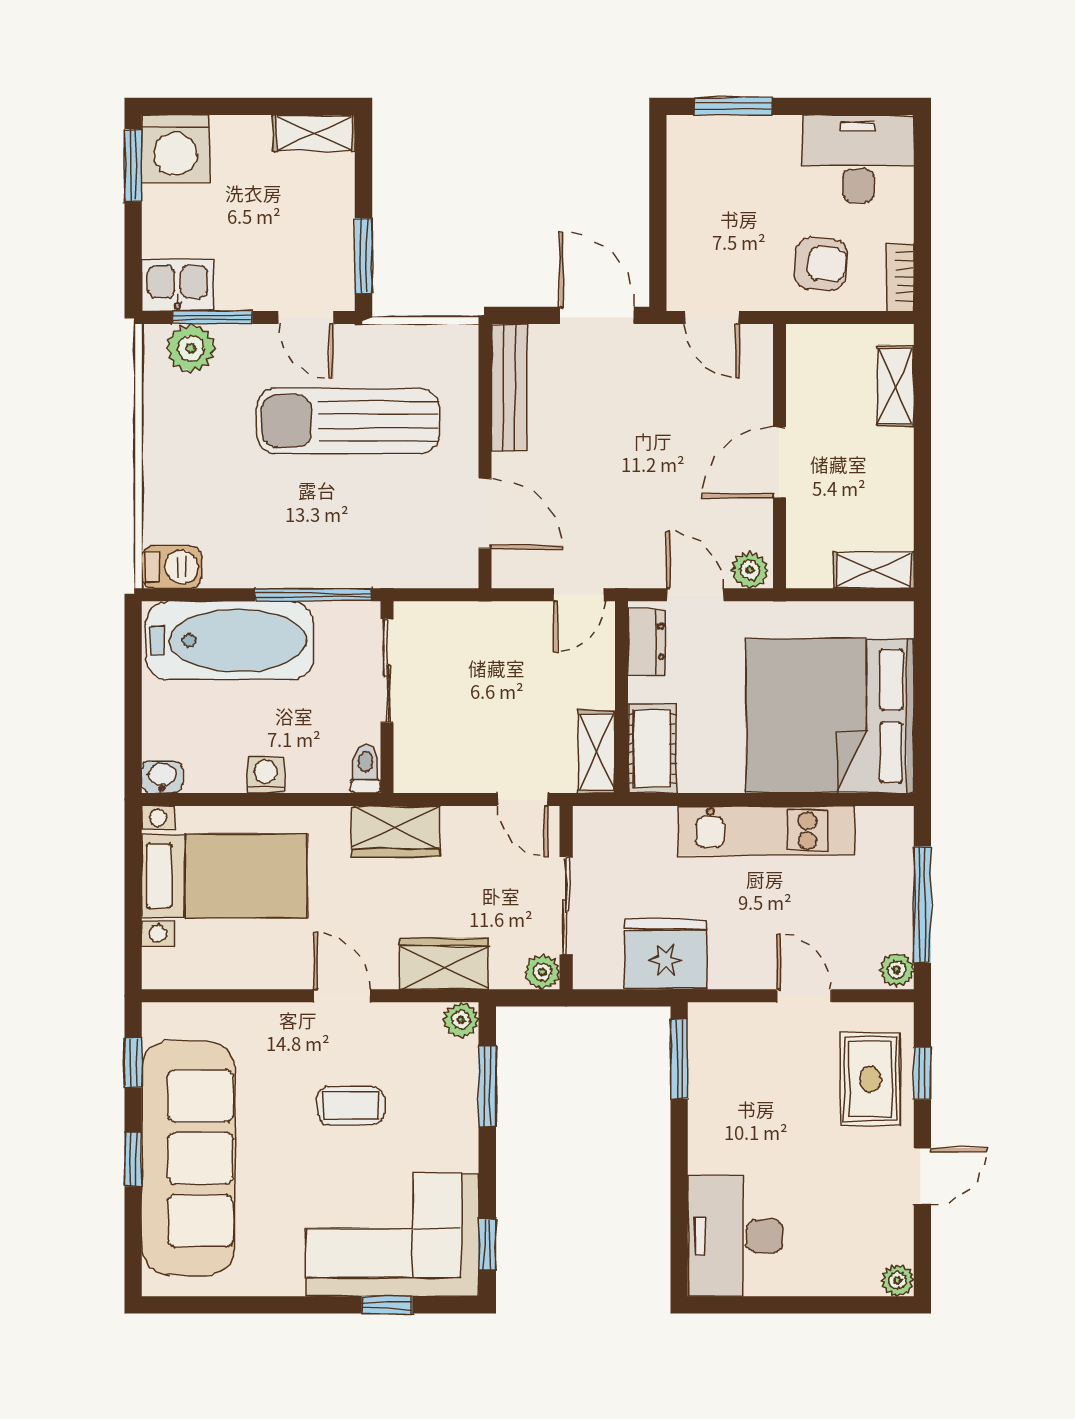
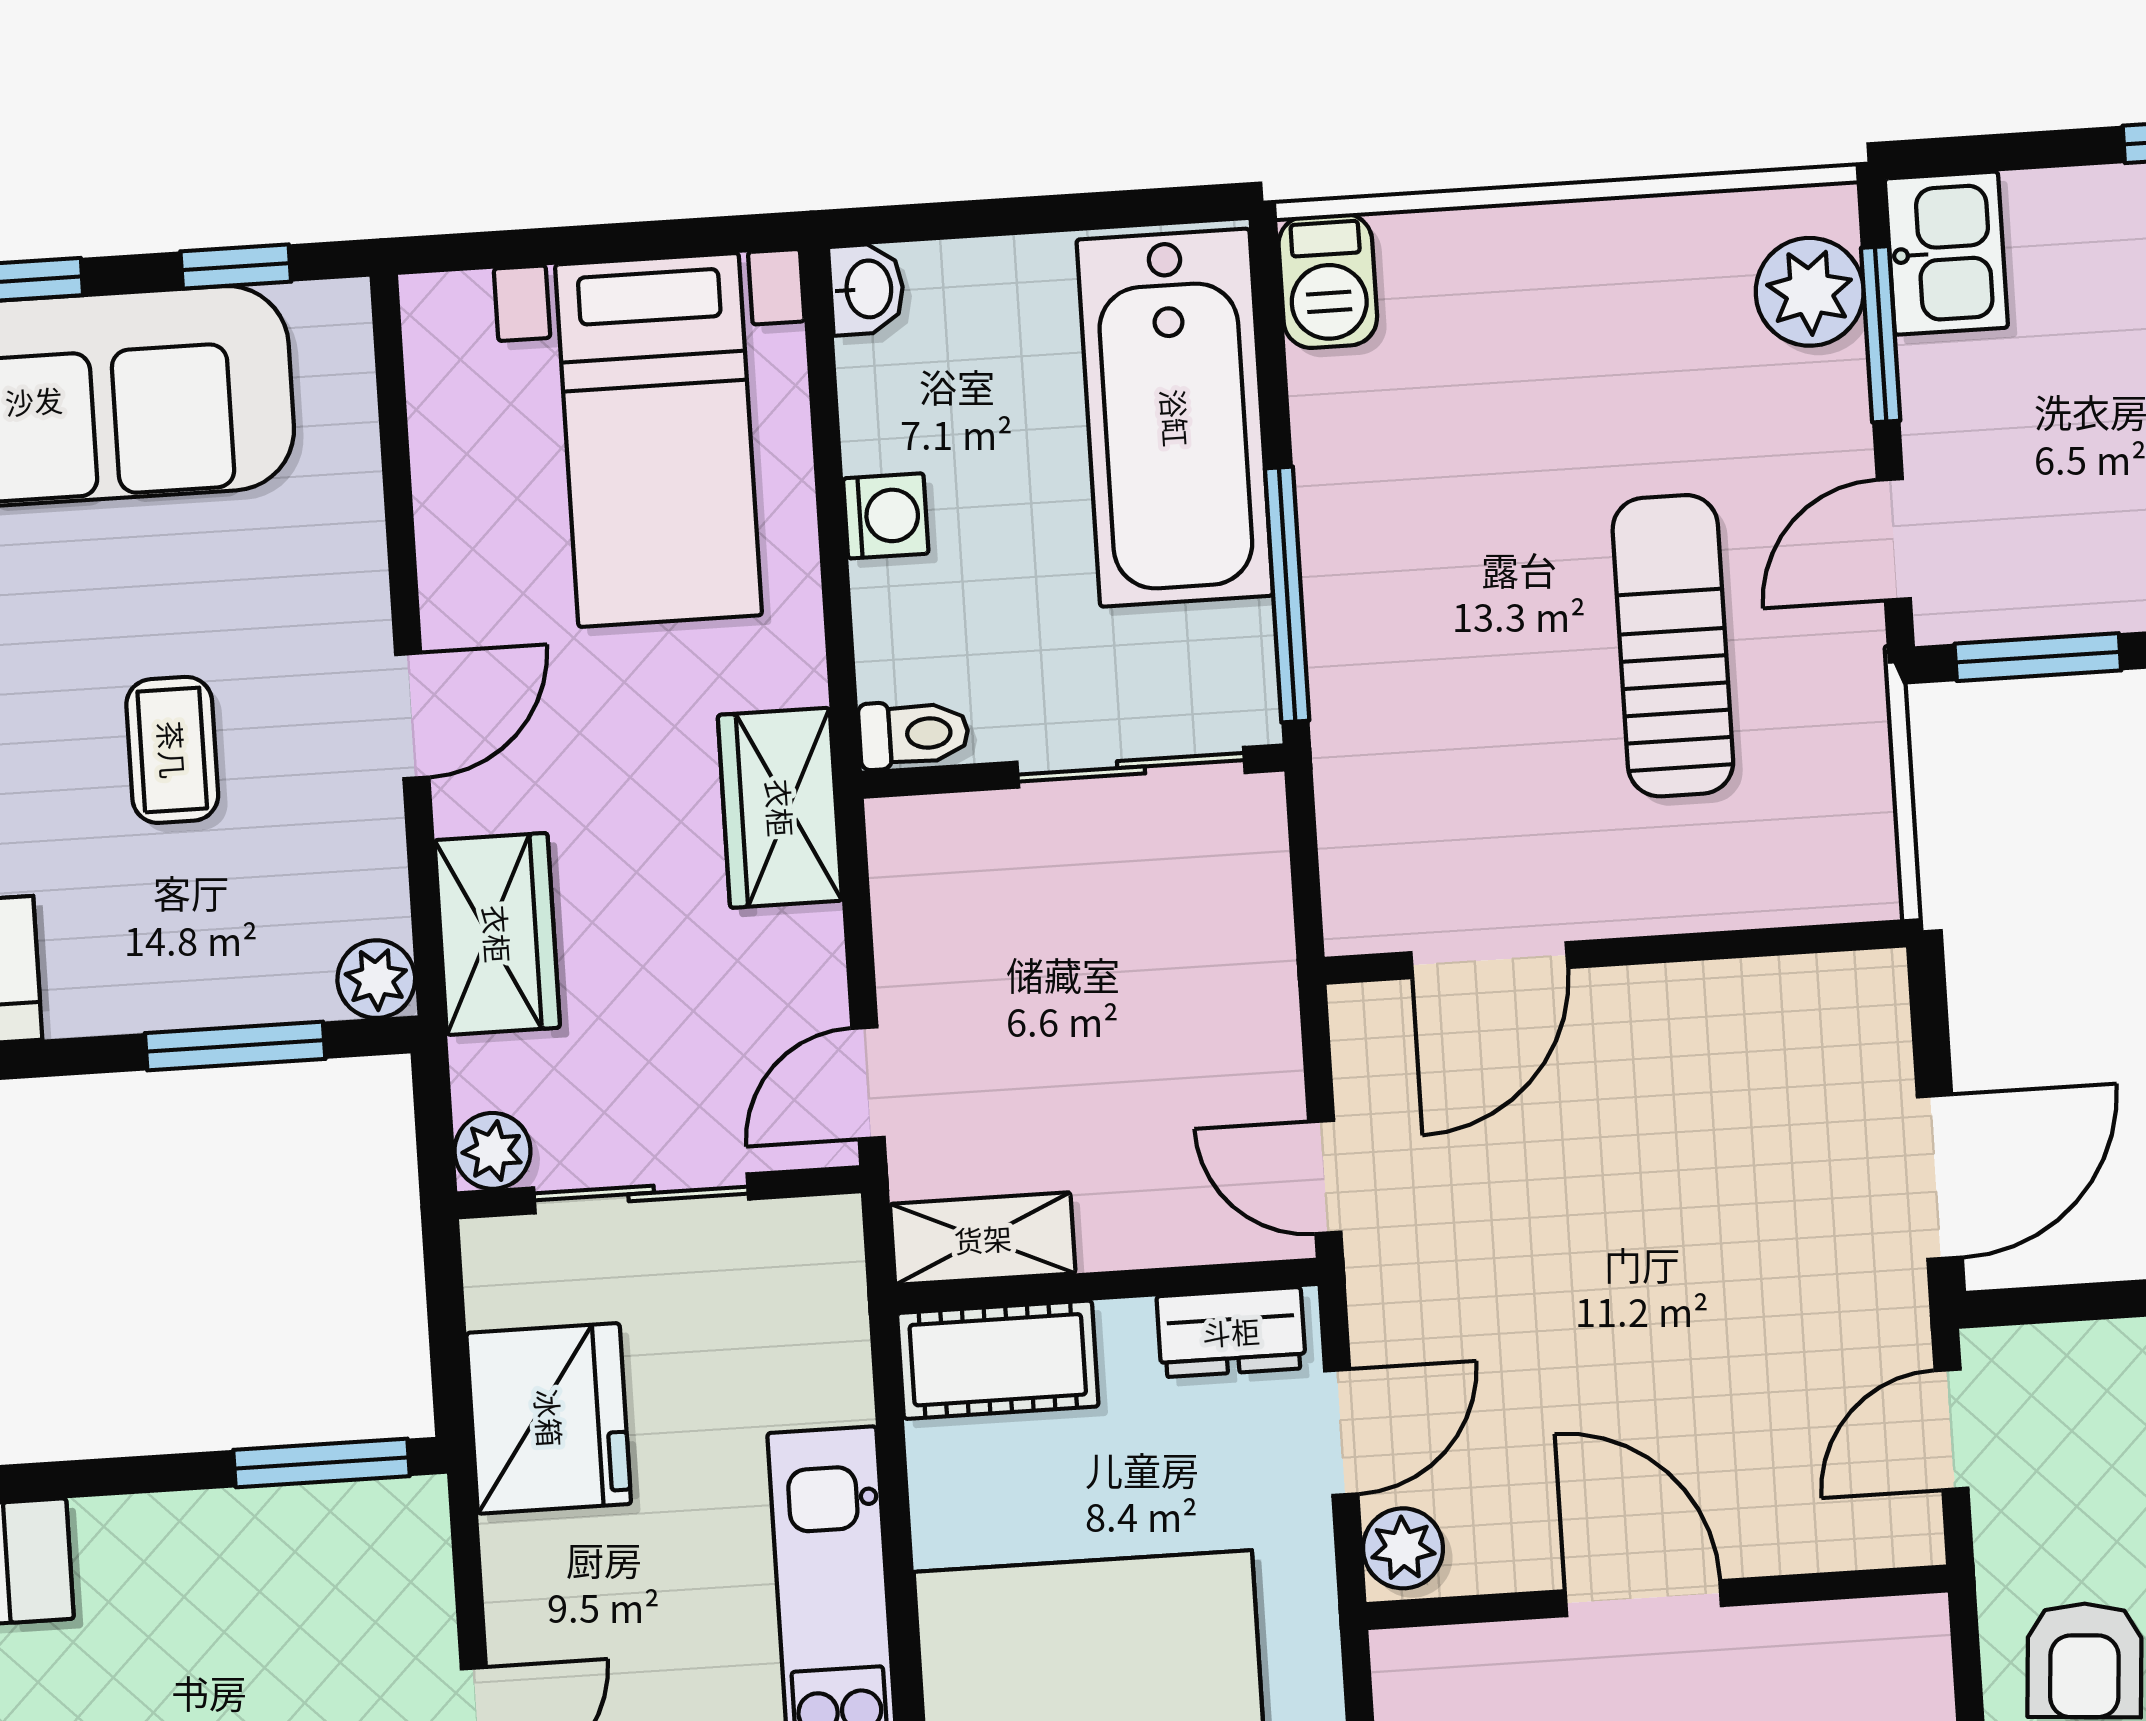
bench: (509, 387) -> (1770, 995), removed
sun lounger: (348, 421) -> (1673, 646), width x0.73, depth x0.75

